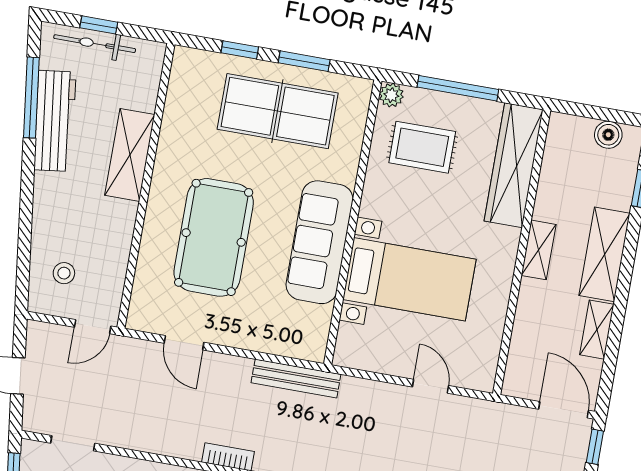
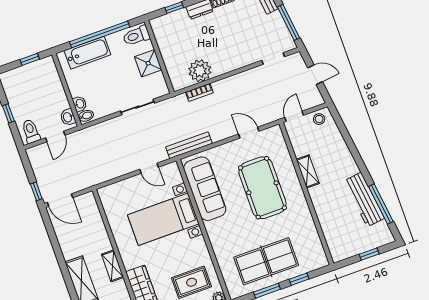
bicycle: (95, 44) -> (366, 245), removed
shelving: (130, 155) -> (308, 171), moved, width x0.67, depth x0.75
sofa: (320, 242) -> (205, 189), moved
stool: (64, 273) -> (319, 119), moved
shelving: (597, 330) -> (66, 245), removed
door: (430, 386) -> (149, 168), moved

